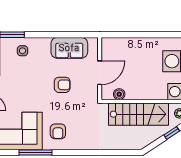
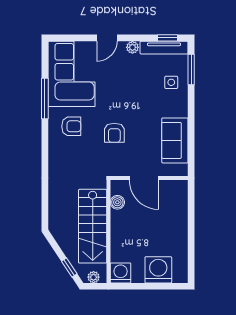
armchair: (62, 85) -> (114, 133), moved
armchair: (58, 131) -> (71, 126), turned 180

